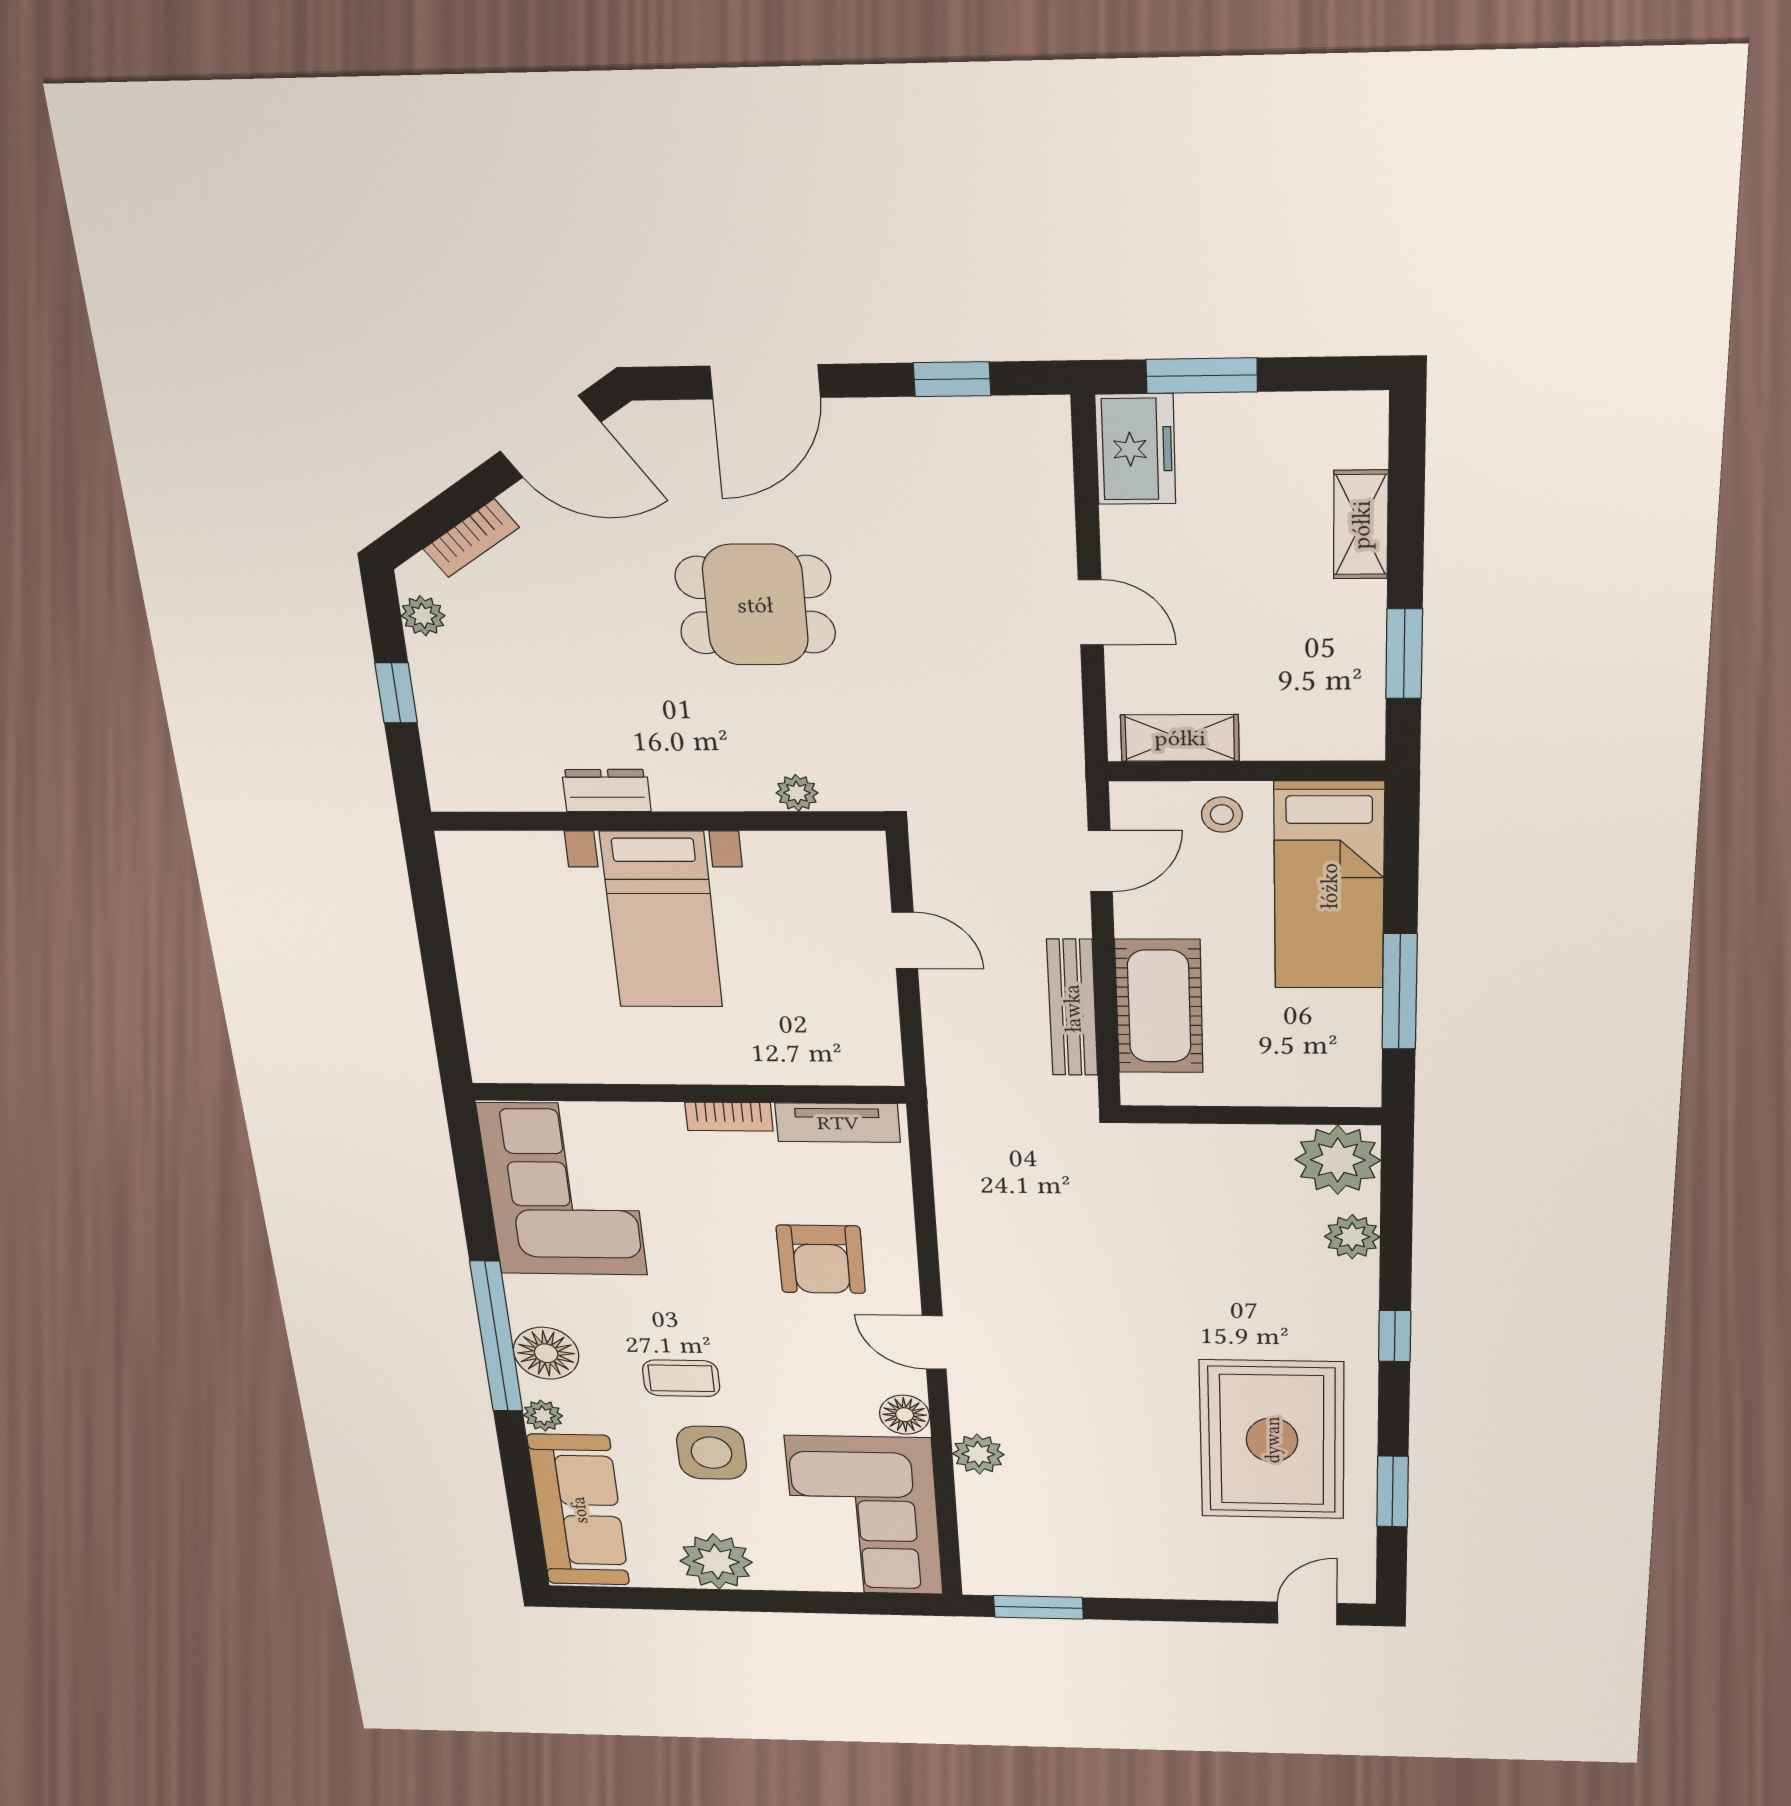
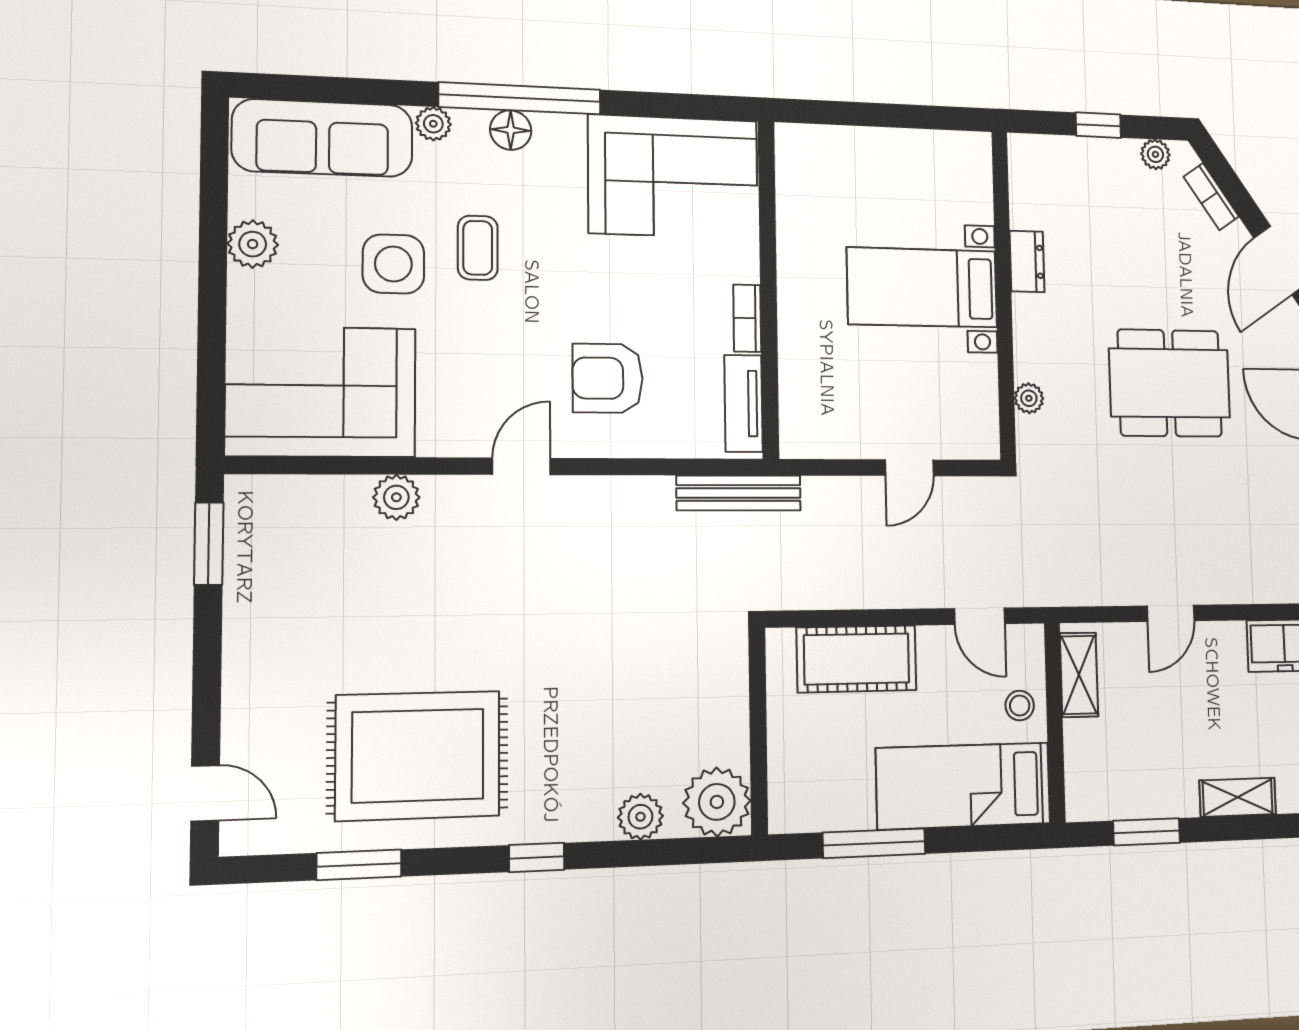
dining table: (755, 605) -> (1170, 383), width x1.38
bench: (1072, 1008) -> (739, 493), moved
floor lamp: (546, 1353) -> (511, 130), width x0.73, depth x0.73
floor lamp: (905, 1415) -> (441, 436), removed
plant: (716, 1562) -> (253, 244), width x0.73, depth x0.73

